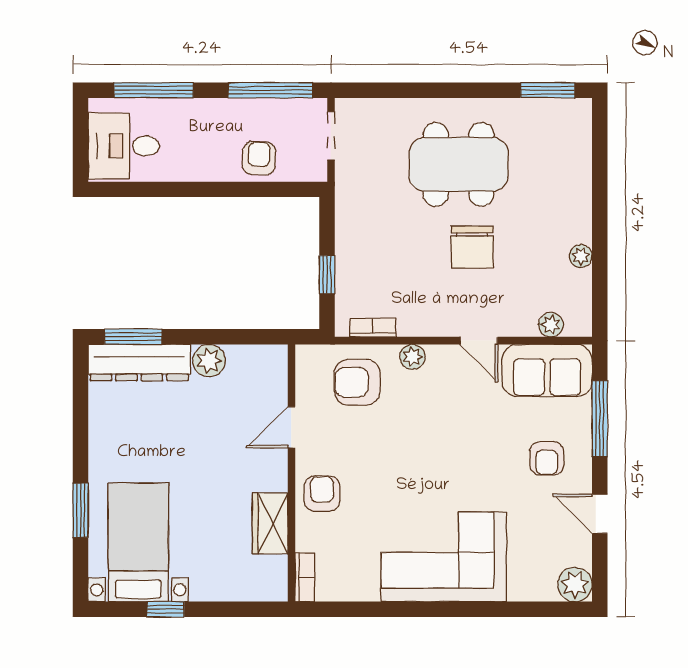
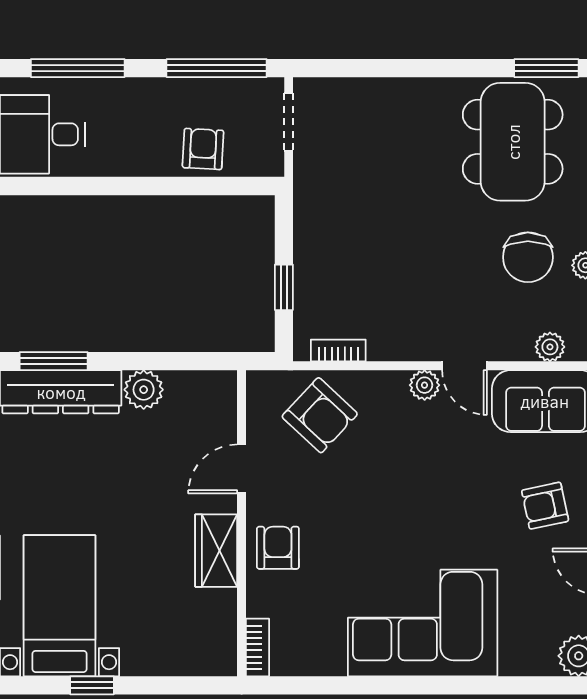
dining table: (459, 164) -> (513, 142), moved, turned 90
chair: (472, 247) -> (528, 257), moved
plant: (413, 357) -> (425, 385), moved
armchair: (357, 382) -> (320, 415), turned -137
armchair: (547, 458) -> (545, 506), turned 78
wardrobe: (270, 524) -> (216, 551), moved

